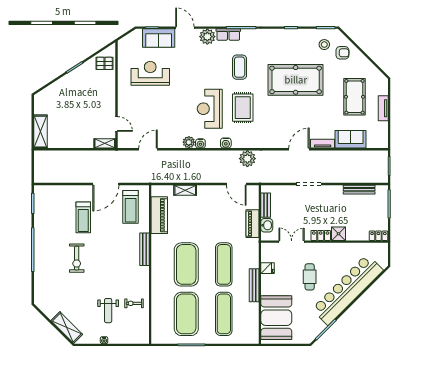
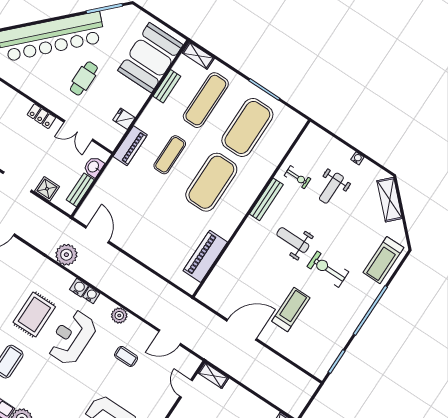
reception desk: (210, 109) -> (72, 337), turned 180
coffee table: (168, 119) -> (126, 356), added
water cooler: (200, 143) -> (91, 295), moved
shelving: (185, 190) -> (198, 56), moved
treadmill: (131, 207) -> (383, 260), moved, turned 180
piano: (252, 224) -> (130, 146), moved
shower: (339, 234) -> (47, 189), moved
bench: (144, 249) -> (266, 199), moved
exercise bike: (77, 258) -> (328, 269), turned -90
weight bench: (111, 262) -> (293, 240), added
exercise mat: (224, 264) -> (170, 155), width x0.73, depth x0.69
bench: (254, 285) -> (167, 86), moved, width x0.73
weight bench: (108, 311) -> (331, 188), turned 180

